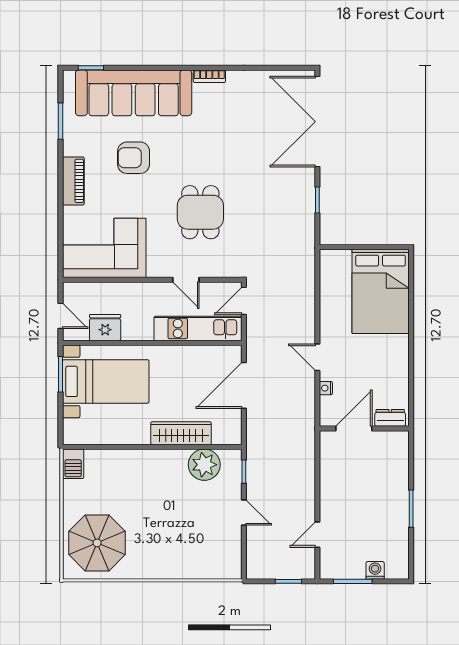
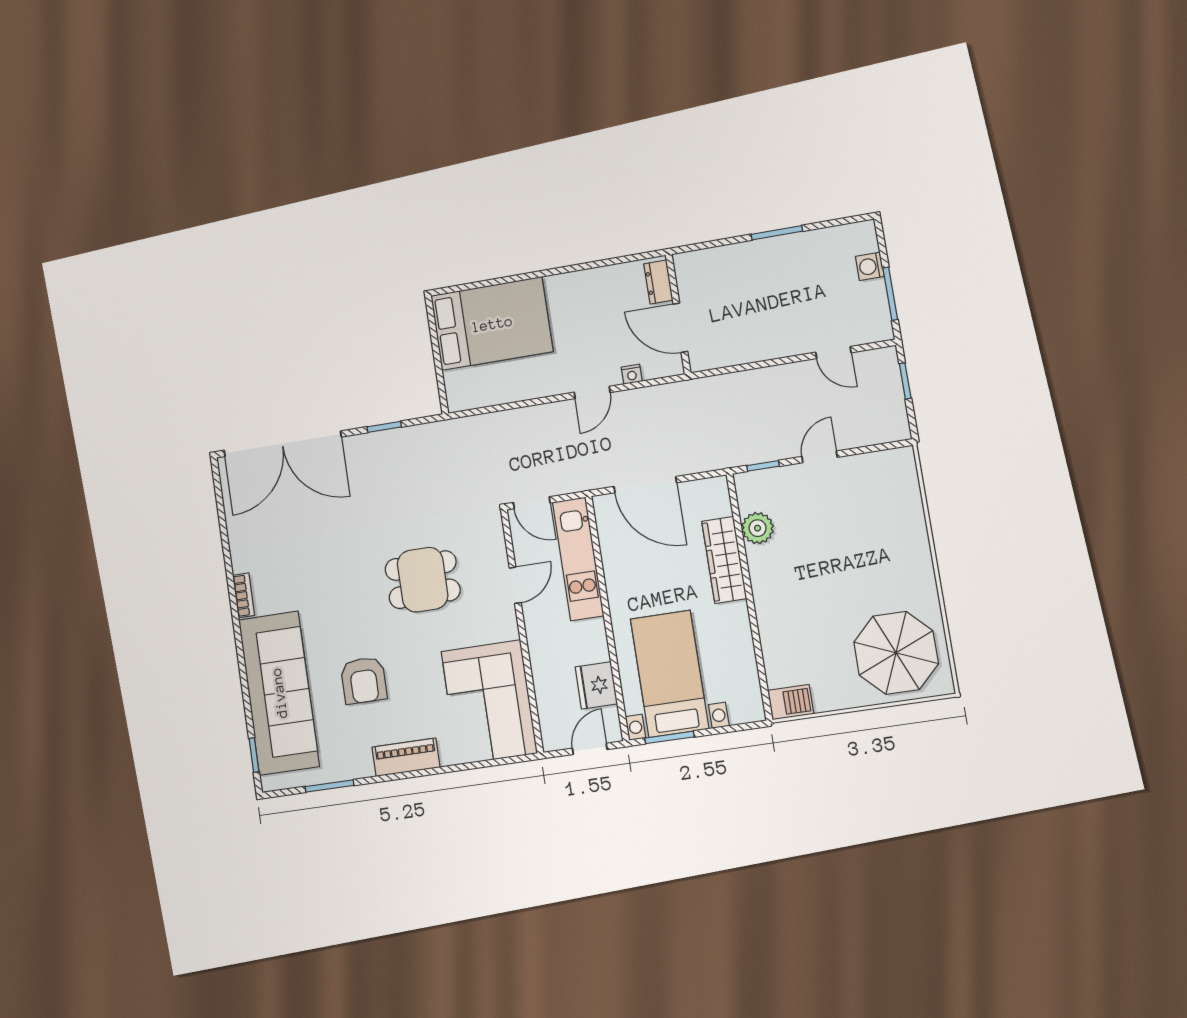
plant: (204, 465) -> (758, 528), width x0.73, depth x0.73

